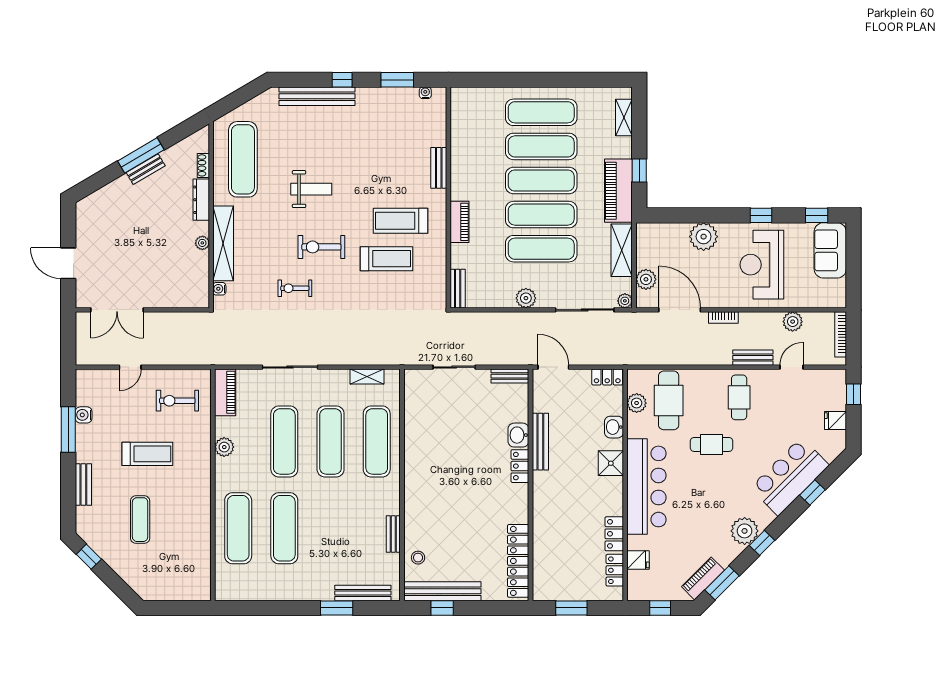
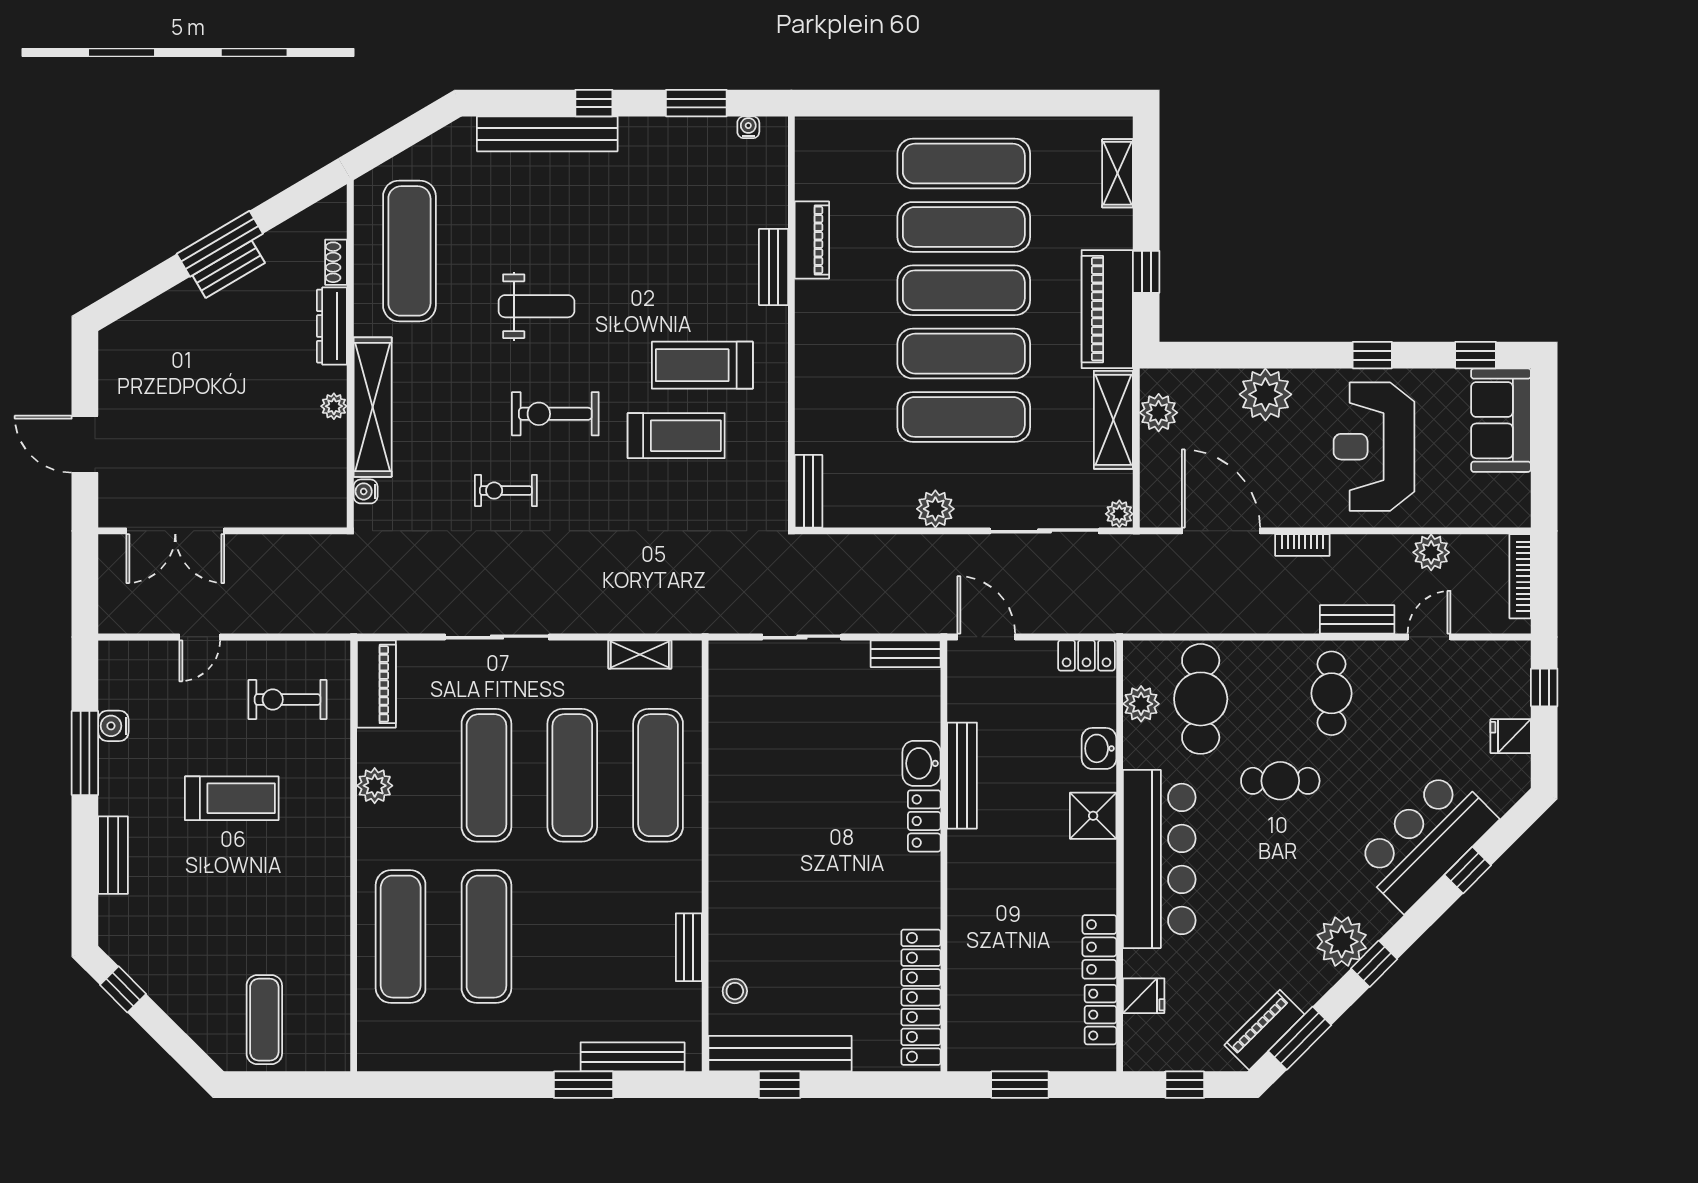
piano: (459, 222) -> (812, 240), moved
plant: (646, 279) -> (1159, 413), moved
exercise mat: (140, 520) -> (264, 1020), moved

